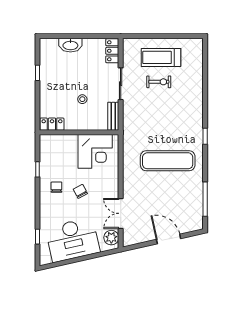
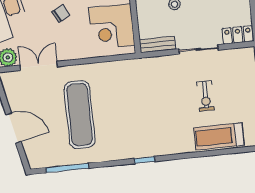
treadmill: (161, 57) -> (219, 136), moved, turned -90
exercise mat: (168, 161) -> (79, 115), moved
door: (169, 239) -> (13, 128), hinge flipped

